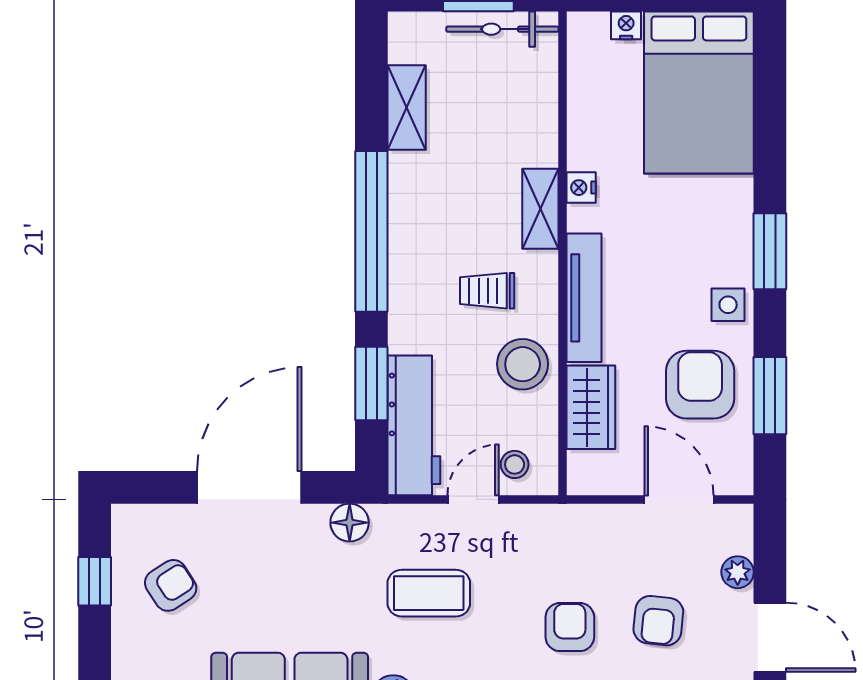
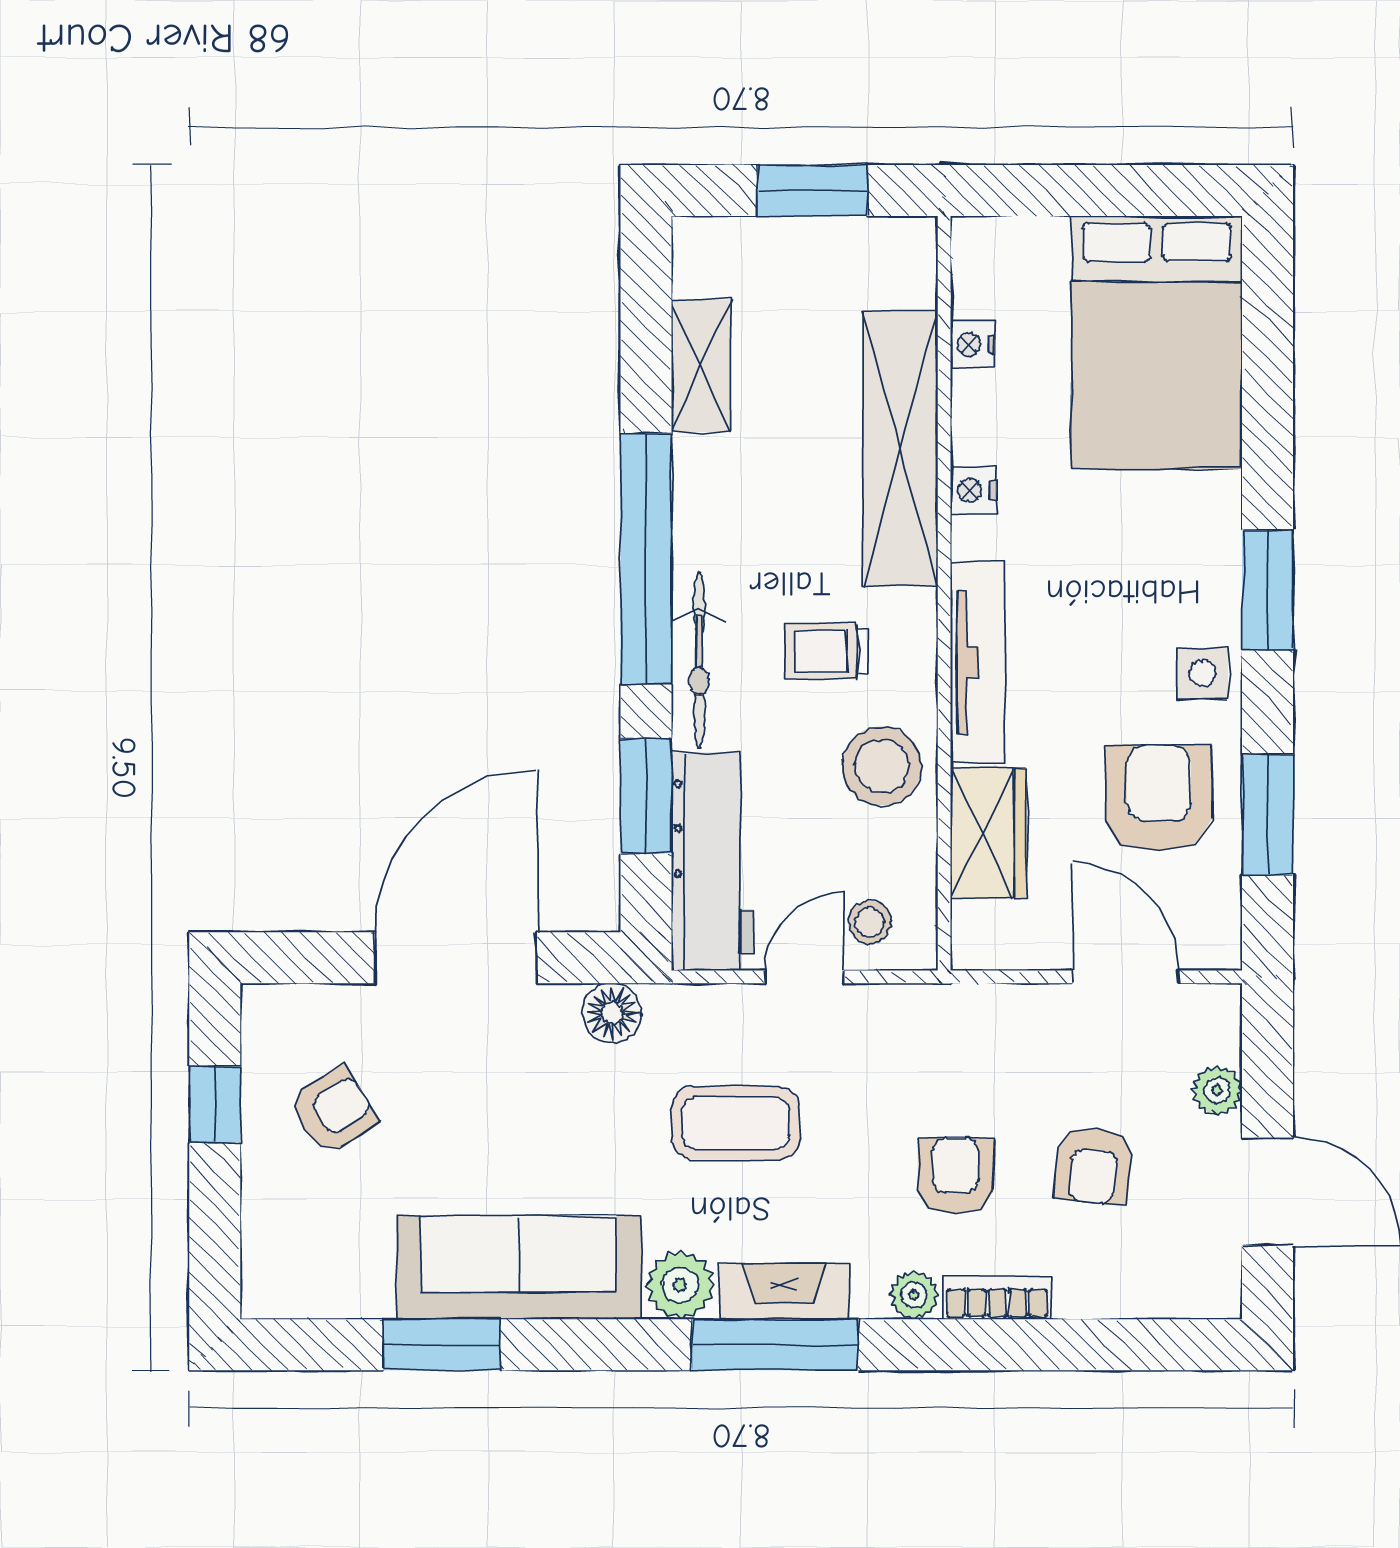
nightstand: (626, 25) -> (972, 344), moved, turned -90
bicycle: (502, 29) -> (699, 660), moved, turned -90
shelving: (540, 209) -> (900, 449), width x2.20, depth x1.33

